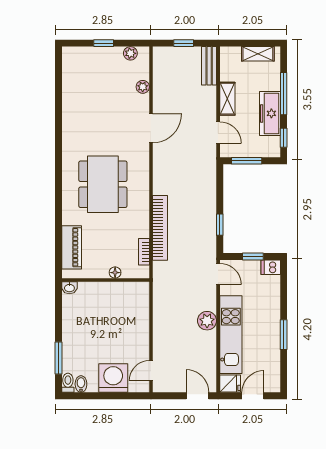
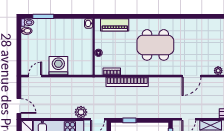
door: (151, 128) -> (192, 76), hinge flipped
plant: (207, 321) -> (81, 112), moved
door: (151, 371) -> (35, 76), hinge flipped
washing machine: (113, 378) -> (58, 66), moved, turned -90
door: (197, 396) -> (19, 106), hinge flipped

